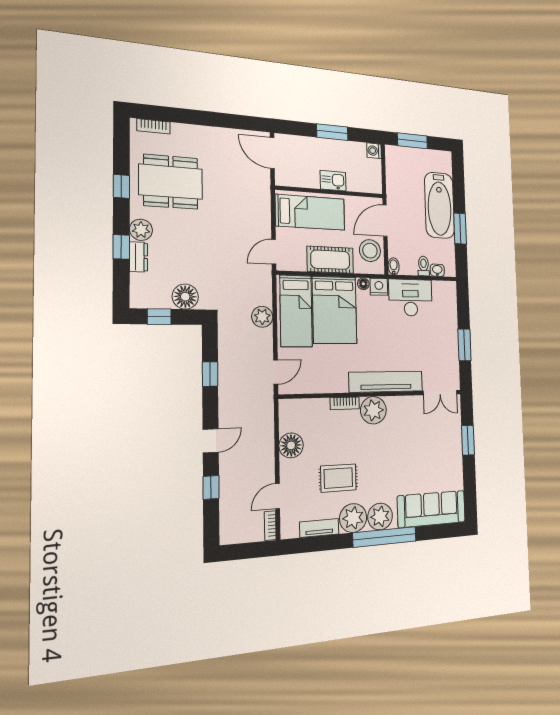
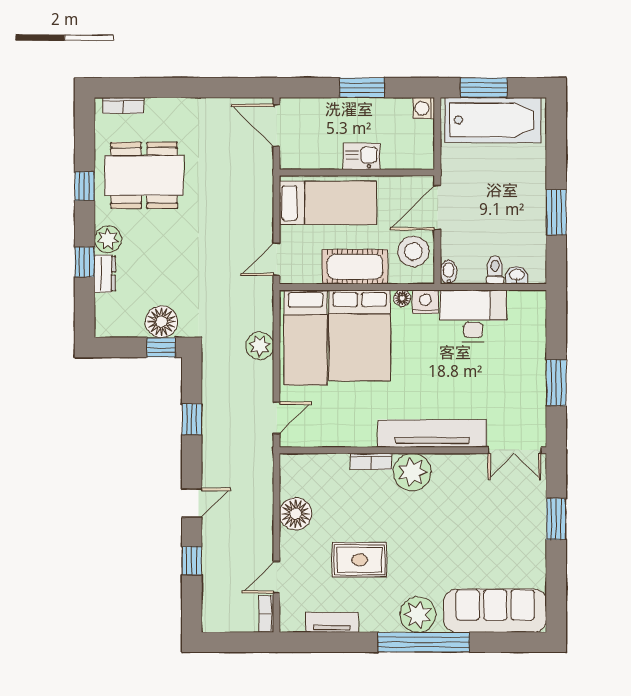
bathtub: (439, 205) -> (493, 120), moved, turned -90
window: (159, 317) -> (161, 347), moved
plant: (353, 518) -> (379, 613), removed

